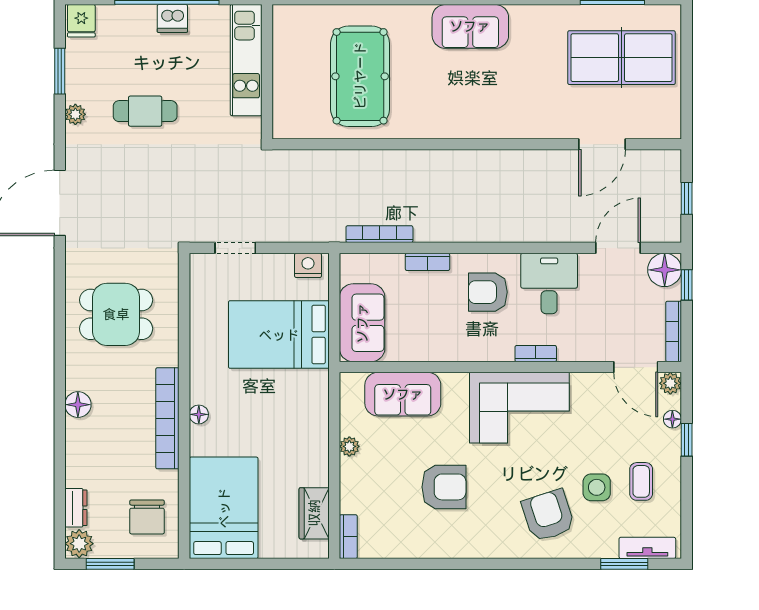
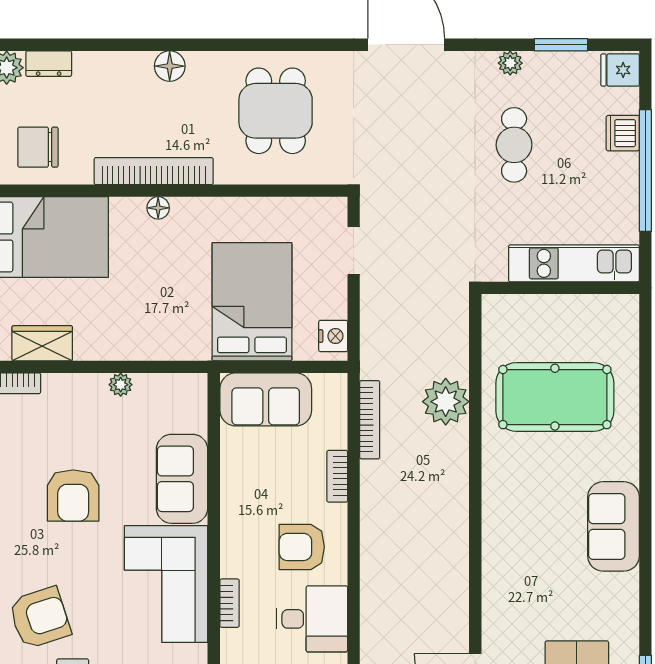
dishwasher: (172, 18) -> (623, 133), moved
plant: (364, 169) -> (446, 402), added
armchair: (488, 292) -> (302, 547), turned -90
sofa: (403, 394) -> (182, 479), moved

